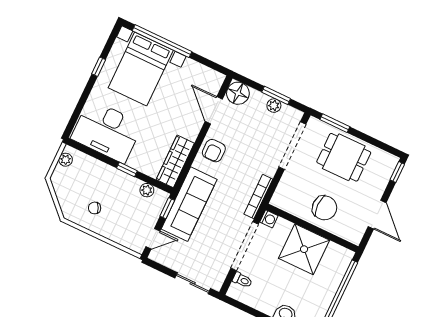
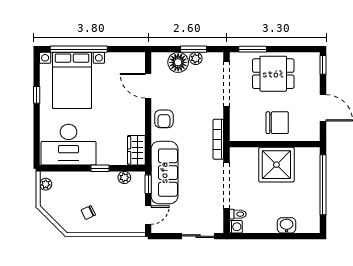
floor lamp: (238, 93) -> (178, 62), moved
wardrobe: (175, 161) -> (136, 150), width x0.67
washing machine: (269, 219) -> (236, 227), moved

